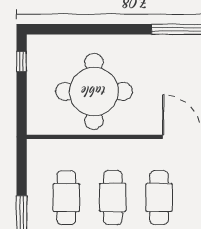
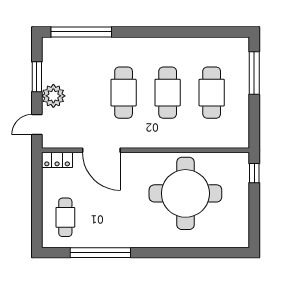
window: (22, 61) -> (254, 173), moved

